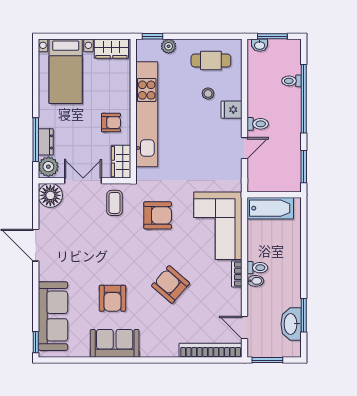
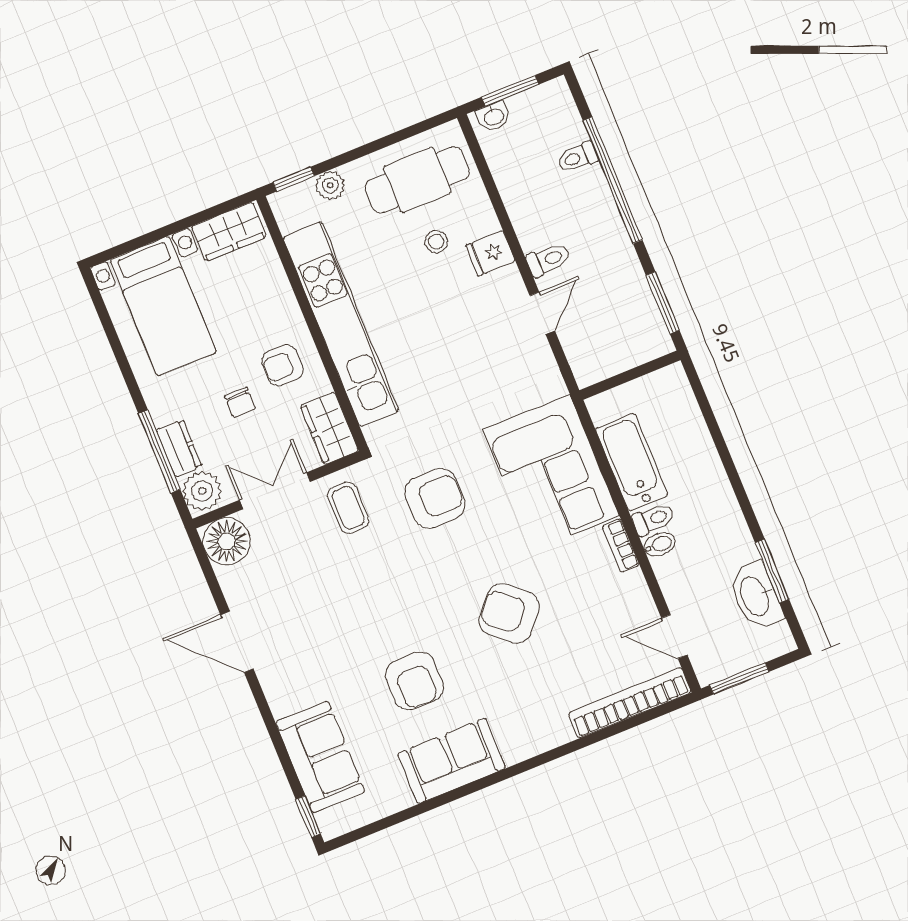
cafe table: (211, 60) -> (417, 180), width x1.37, depth x1.35
armchair: (111, 123) -> (282, 365), turned 180
chair: (84, 132) -> (240, 402), added
bathtub: (270, 208) -> (632, 462), moved, turned -90
sofa: (53, 316) -> (320, 757), width x0.73

